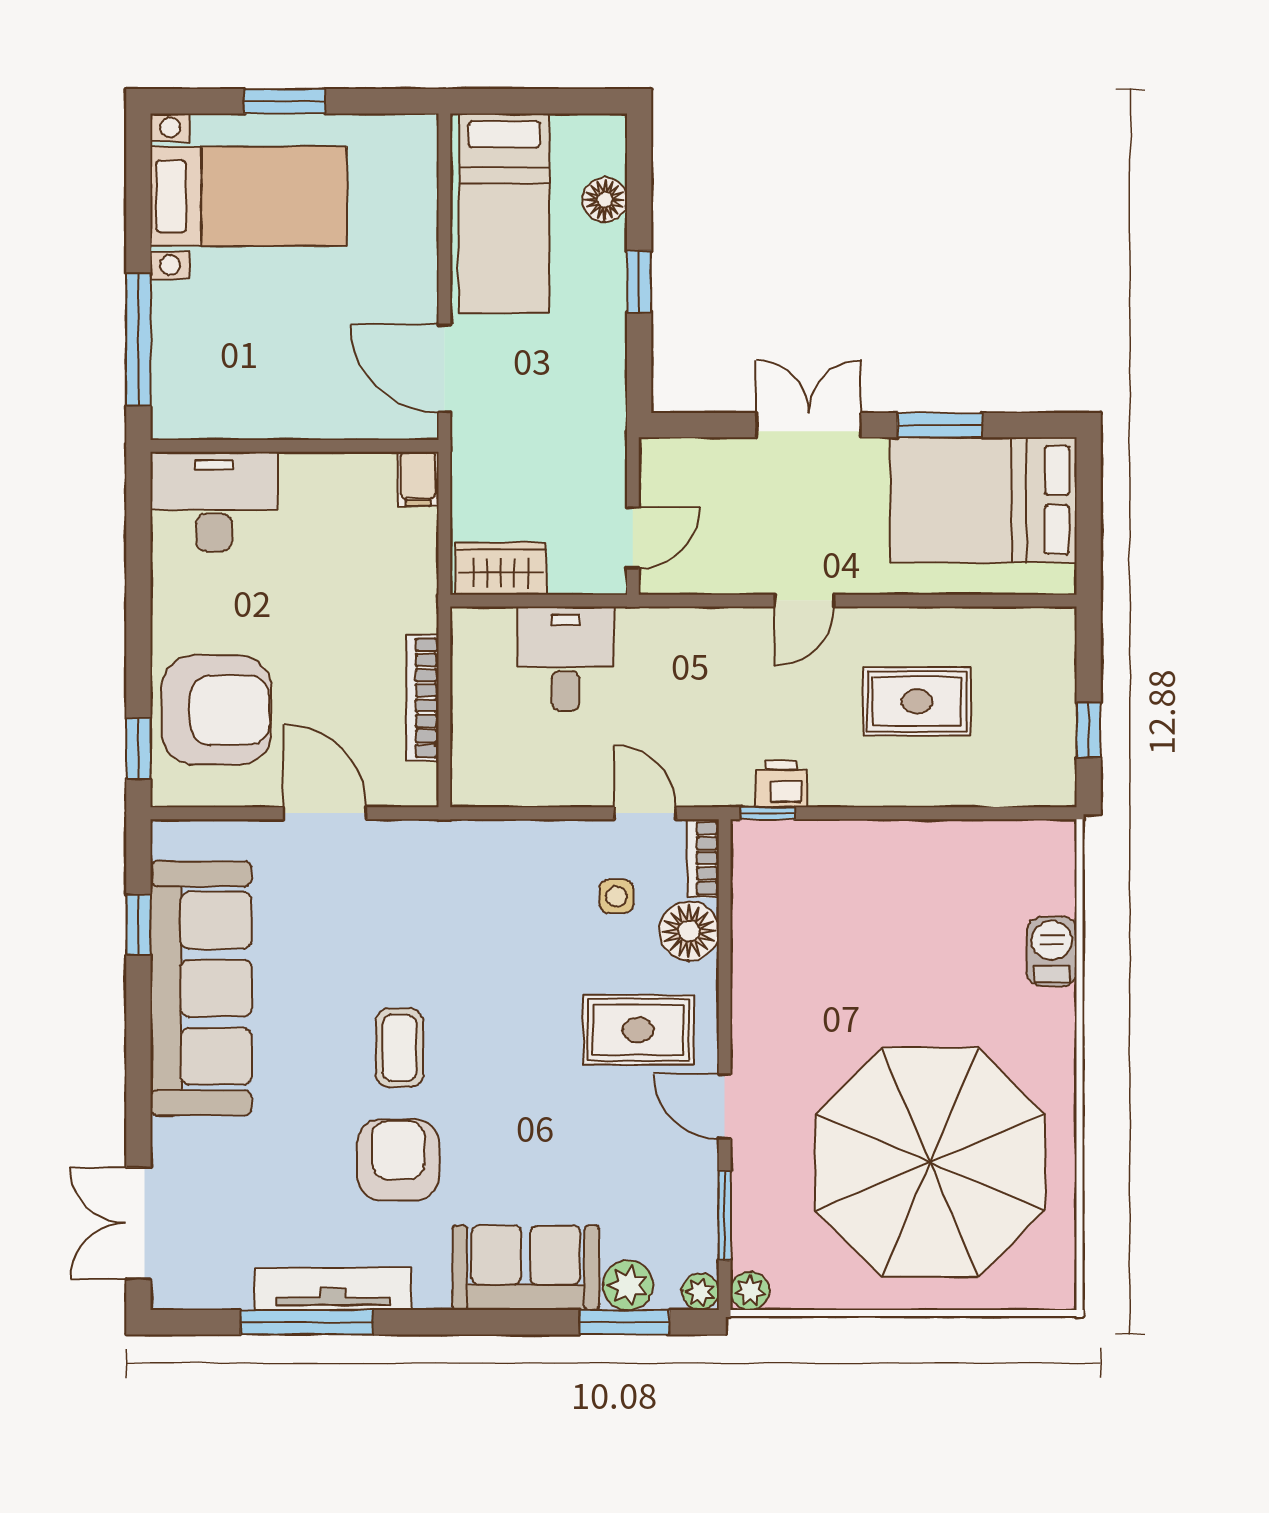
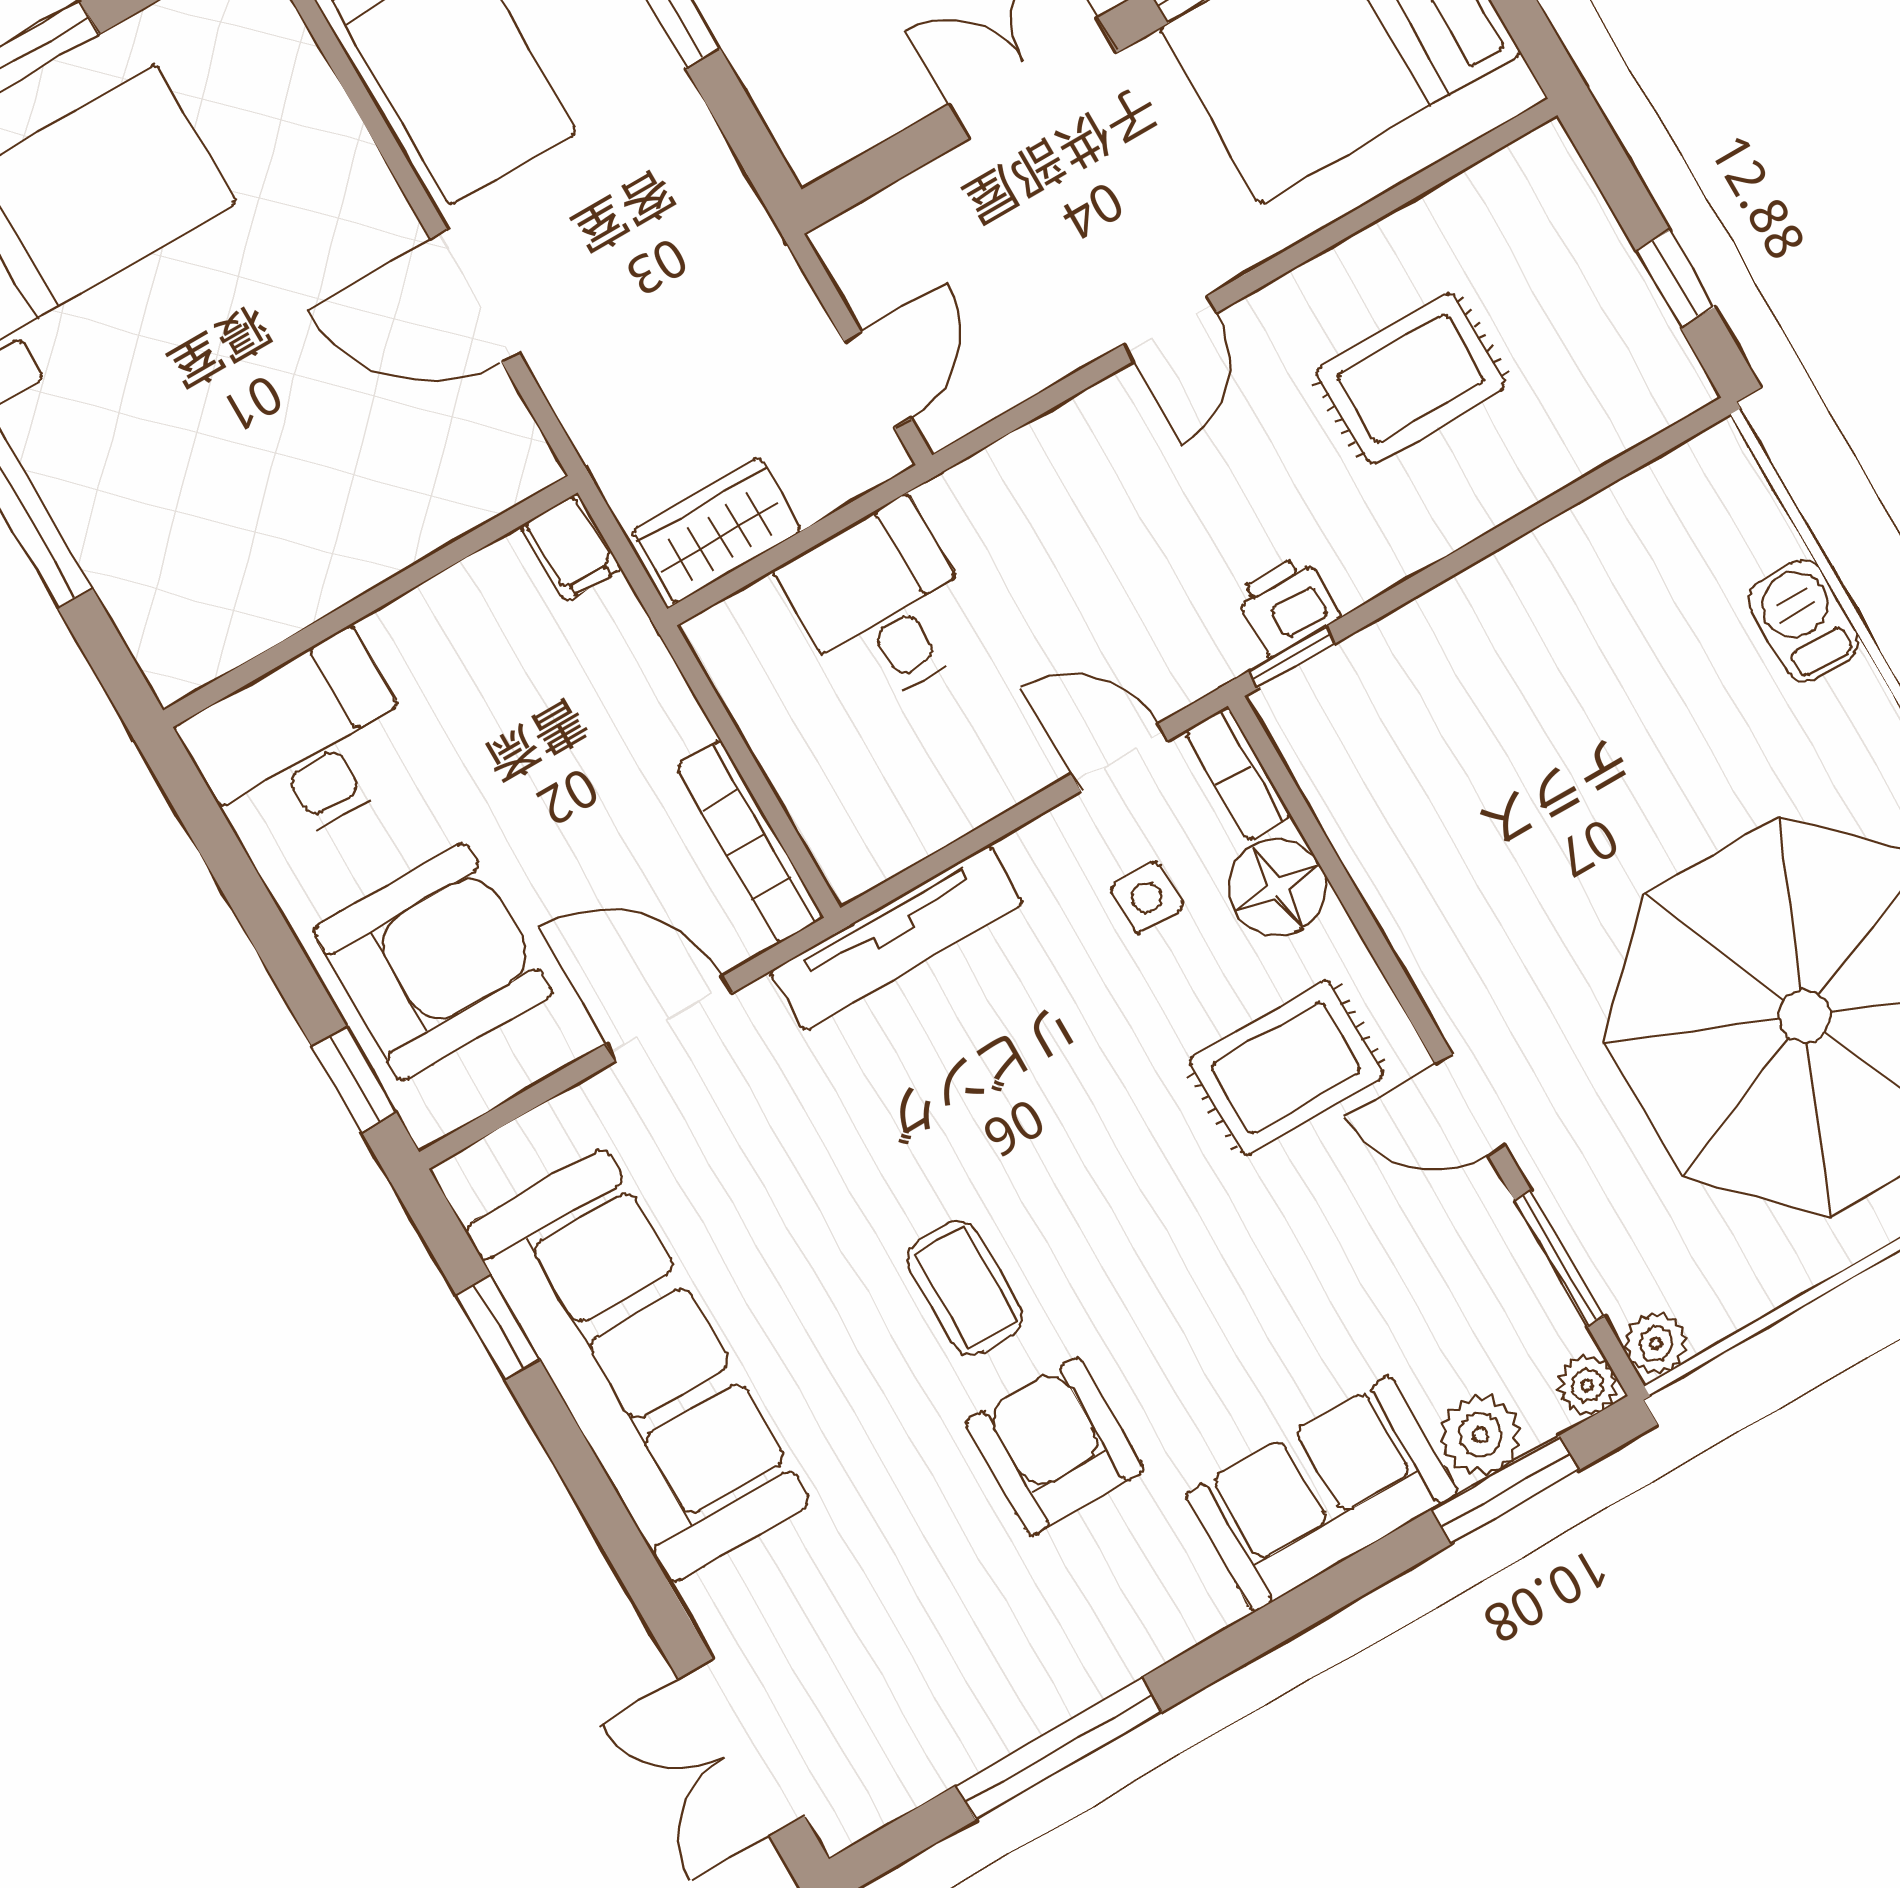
wall: (295, 446) -> (370, 601), moved
filing cabinet: (418, 479) -> (571, 547), moved
desk: (214, 502) -> (302, 745), moved
bookcase: (422, 698) -> (750, 842), moved
tv unit: (333, 1289) -> (896, 938), moved, turned 180

